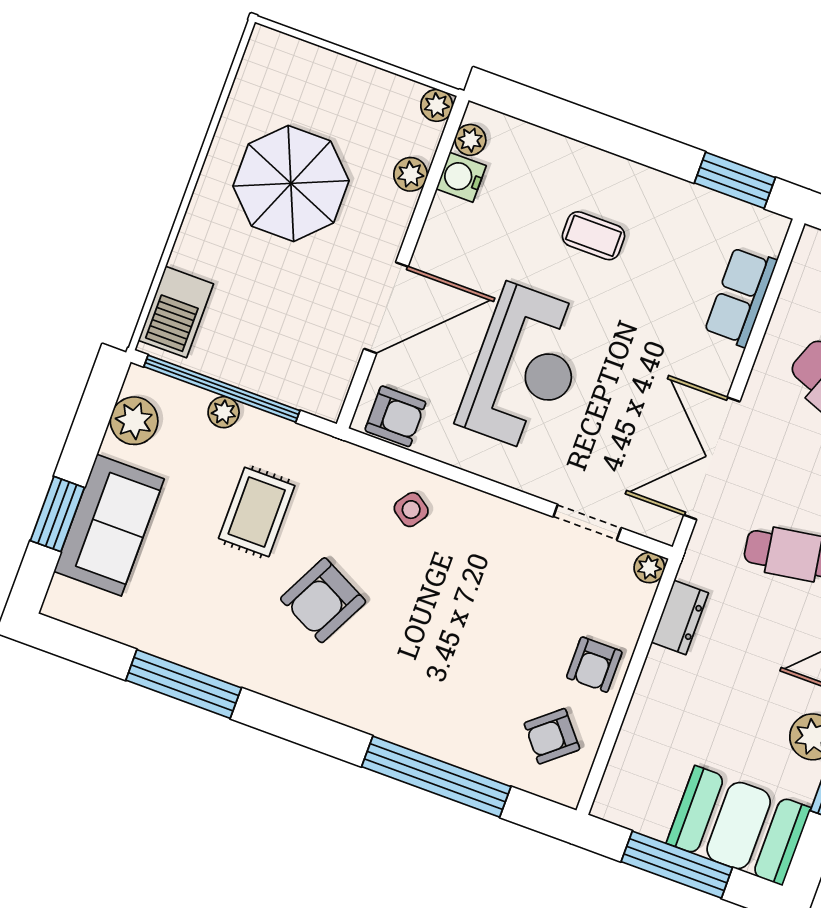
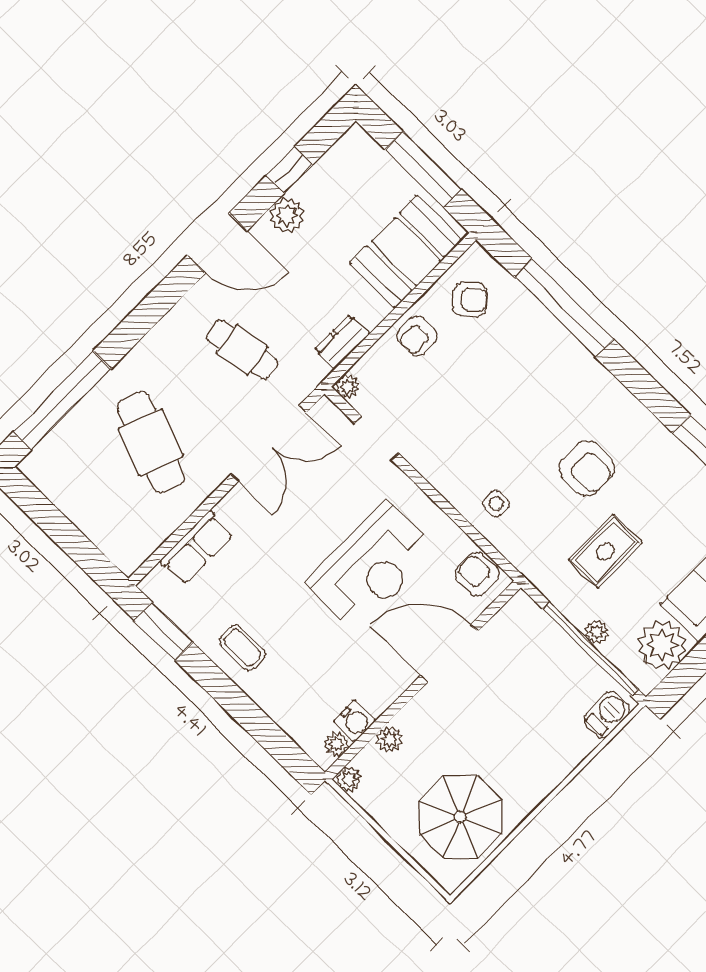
parasol: (291, 183) -> (460, 817), moved
coffee table: (593, 236) -> (242, 648), moved
barbecue: (176, 312) -> (607, 714), width x0.73, depth x0.79
reception desk: (525, 368) -> (371, 566), turned 180
plant: (134, 421) -> (662, 645), width x1.36, depth x1.36
side table: (411, 510) -> (496, 504), turned -35
armchair: (323, 600) -> (587, 468), turned 63
armchair: (594, 665) -> (417, 336), turned 180
booth: (739, 826) -> (406, 252), moved, turned 90

